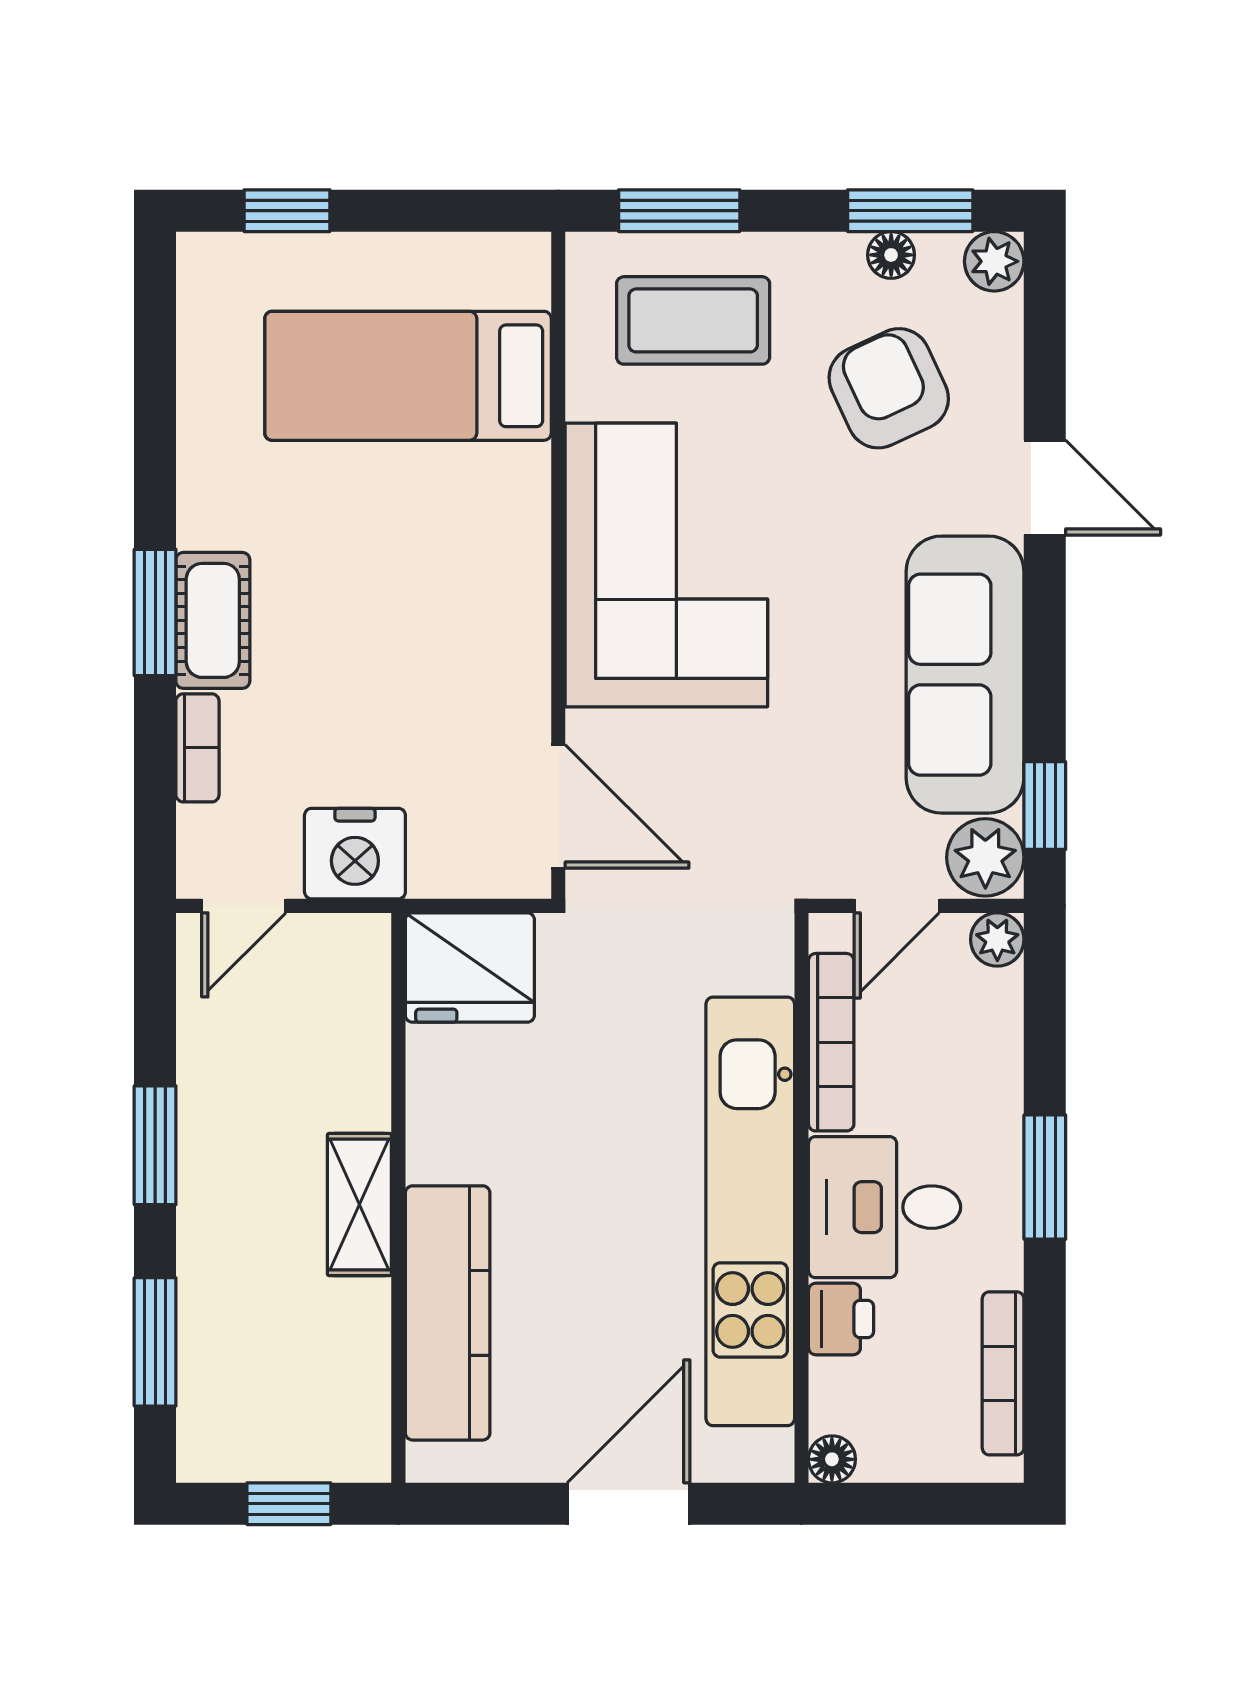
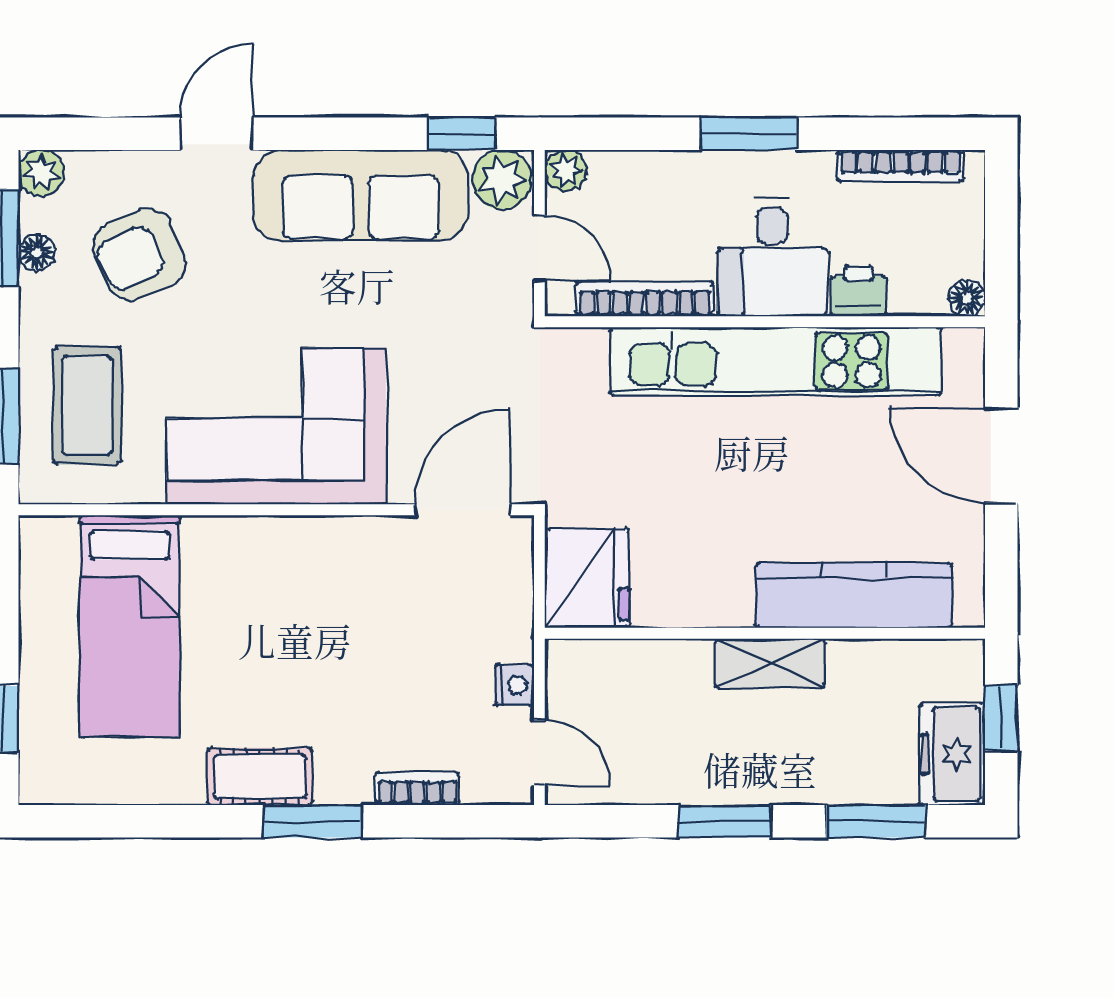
cot: (213, 620) -> (260, 777), moved
nightstand: (355, 854) -> (515, 685), width x0.53, depth x0.56
freezer: (242, 1440) -> (952, 754), added

